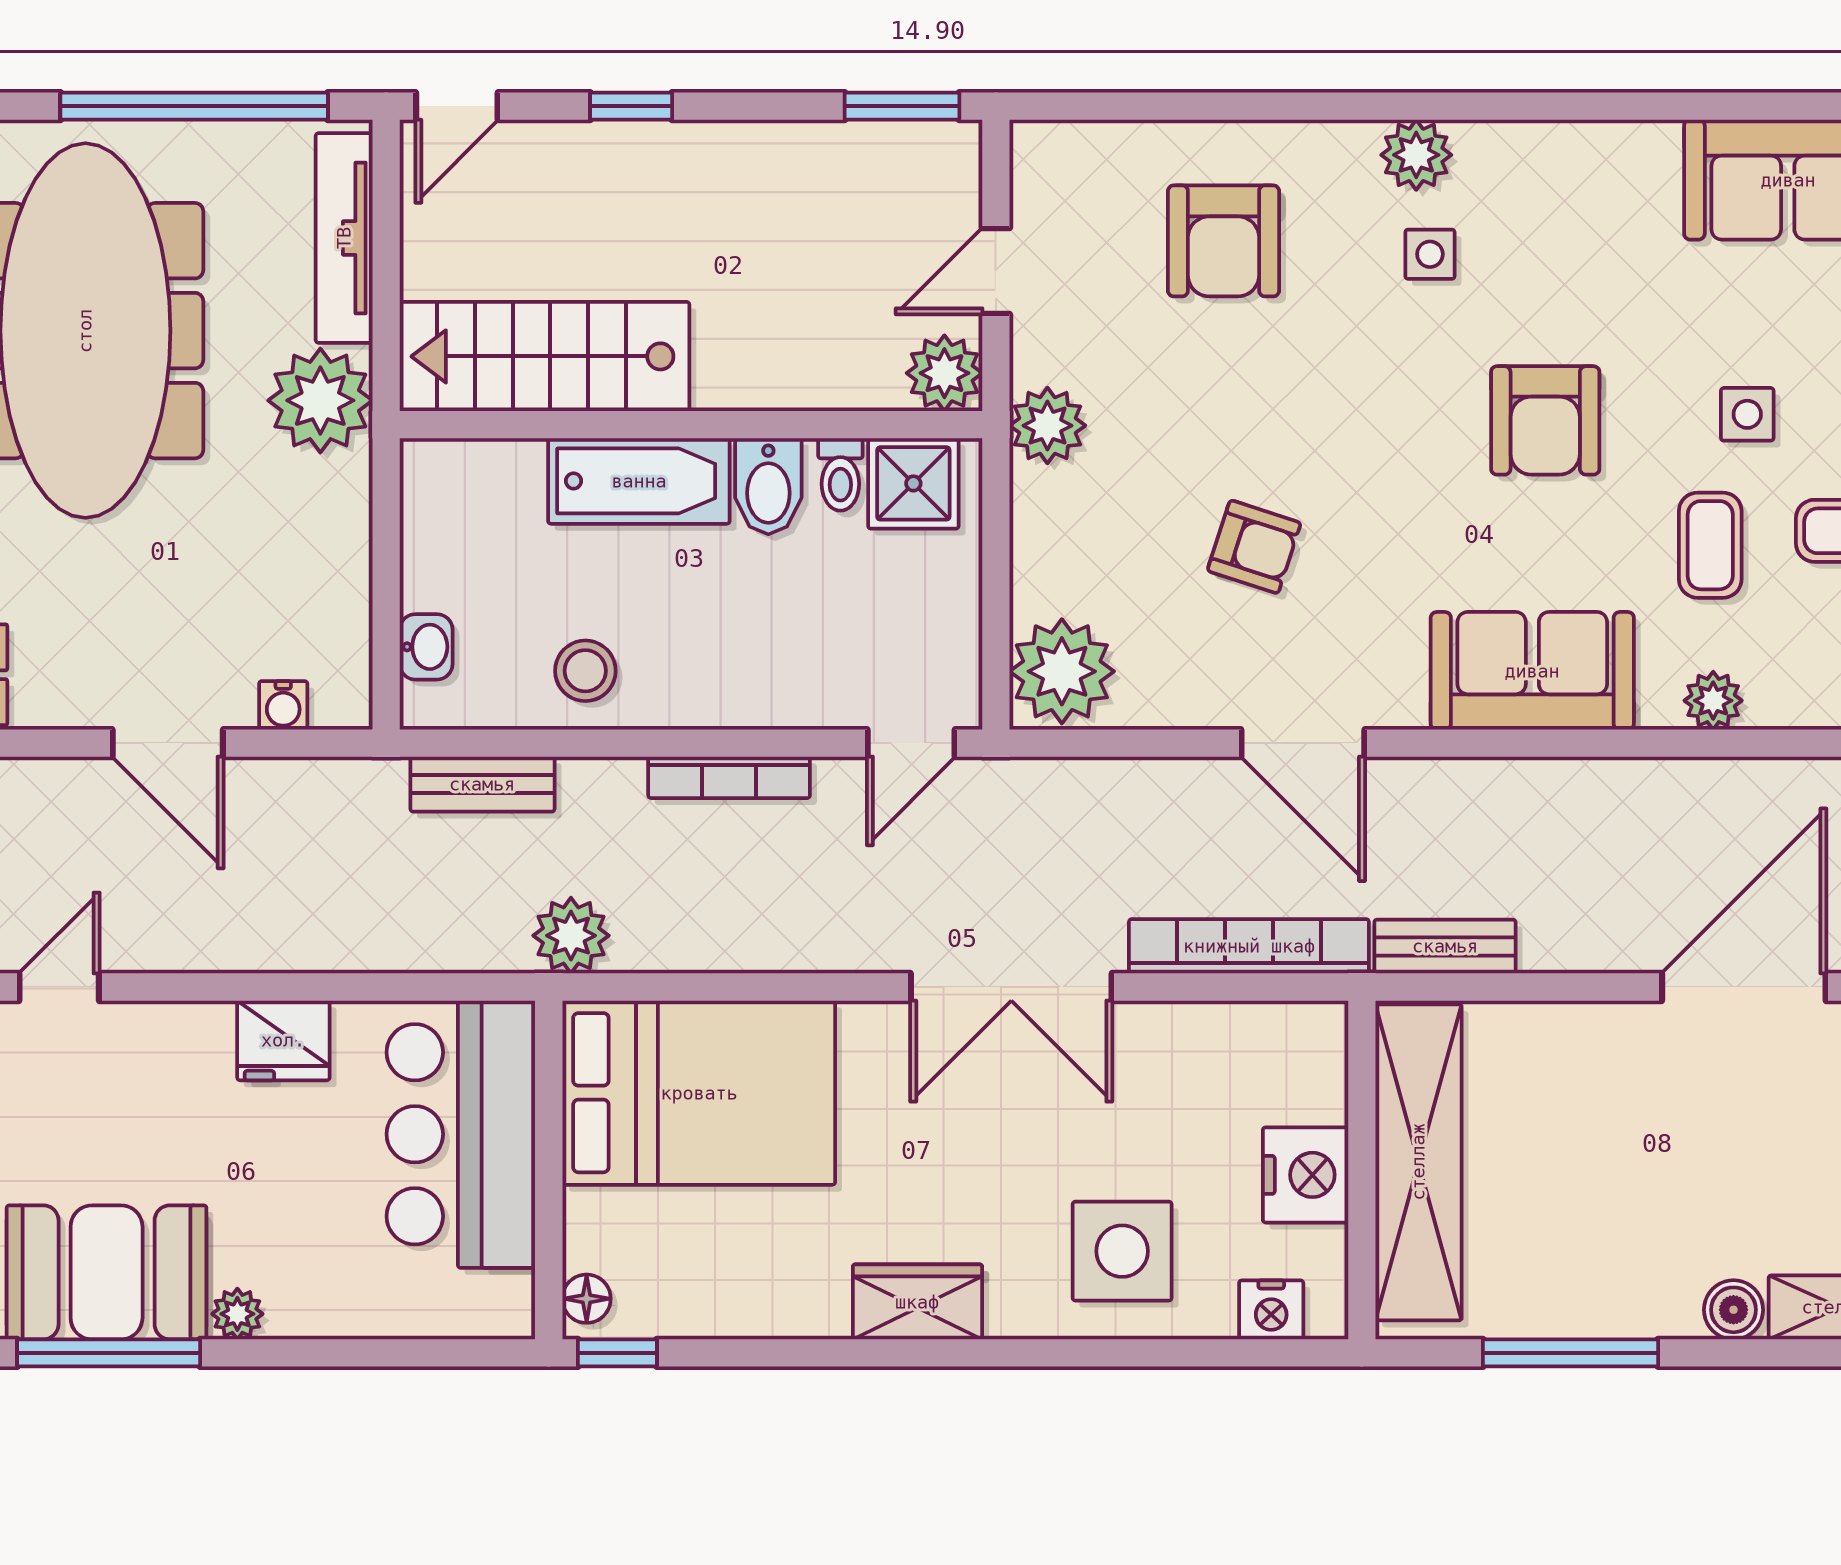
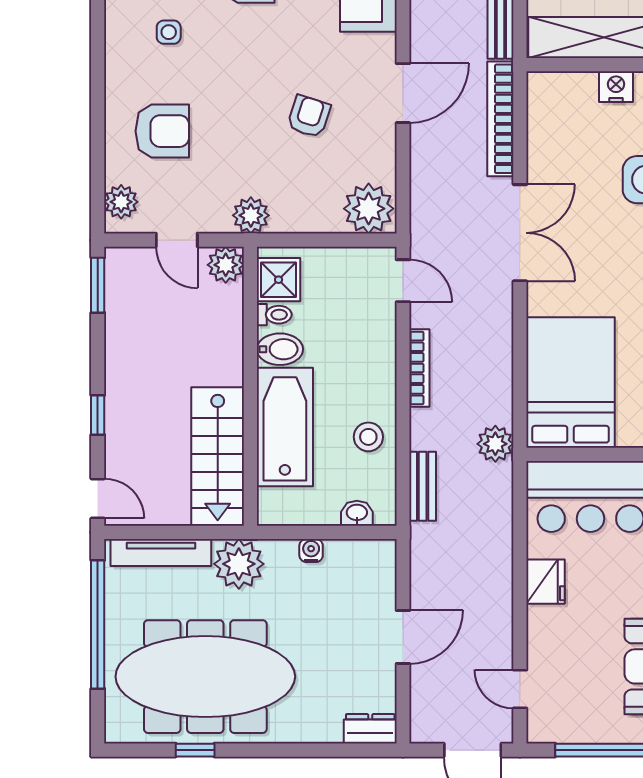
plant: (1416, 155) -> (121, 202), moved
bathtub: (639, 481) -> (285, 427), width x1.36, depth x1.36
water cooler: (283, 705) -> (311, 551), moved, turned -90
nightstand: (1306, 1175) -> (616, 87), width x0.74, depth x0.75

